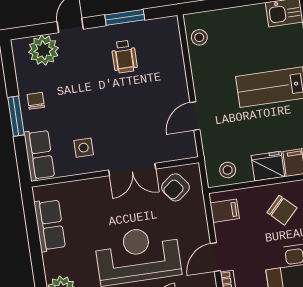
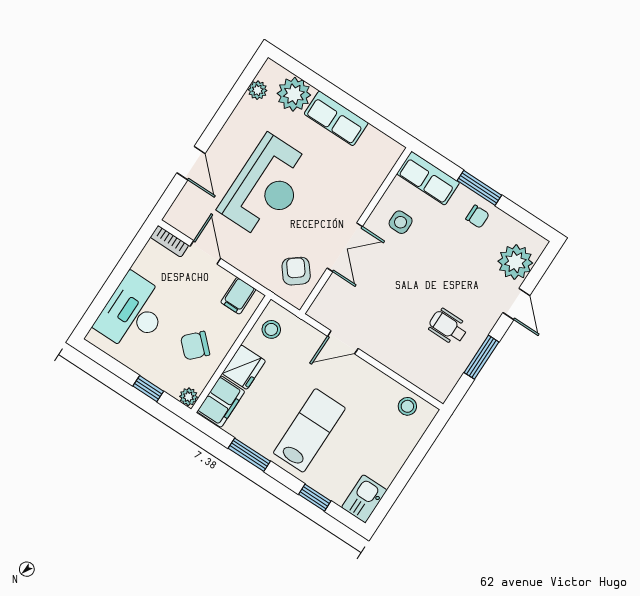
door: (195, 116) -> (343, 342), swing flipped
double door: (132, 169) -> (345, 247), swing flipped
row of seats: (50, 225) -> (336, 118), moved

